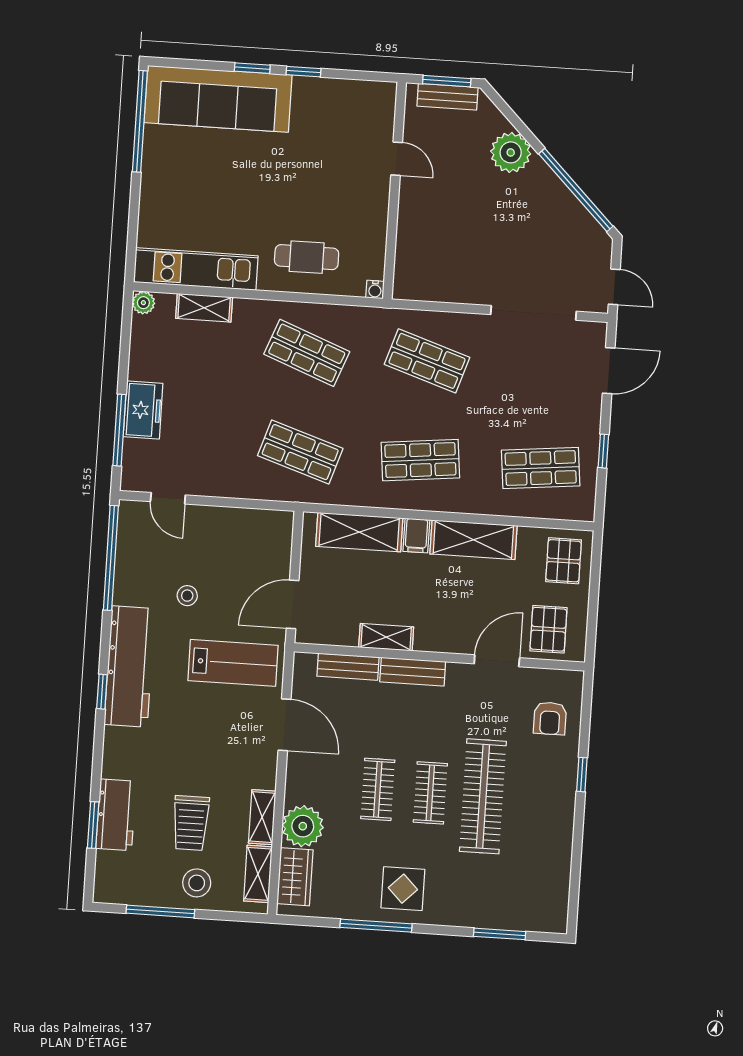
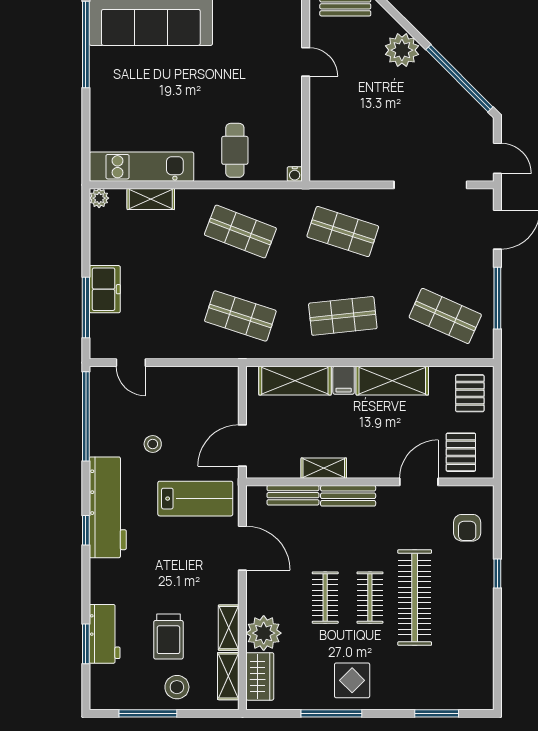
cafe table: (307, 257) -> (235, 150), turned 90
window: (603, 451) -> (497, 298), width x2.17
shop shelf: (541, 468) -> (445, 316), turned 30

